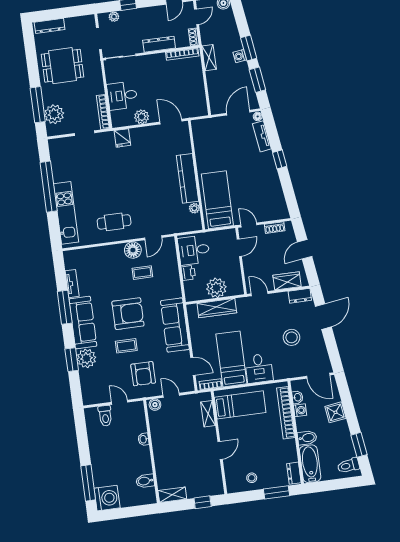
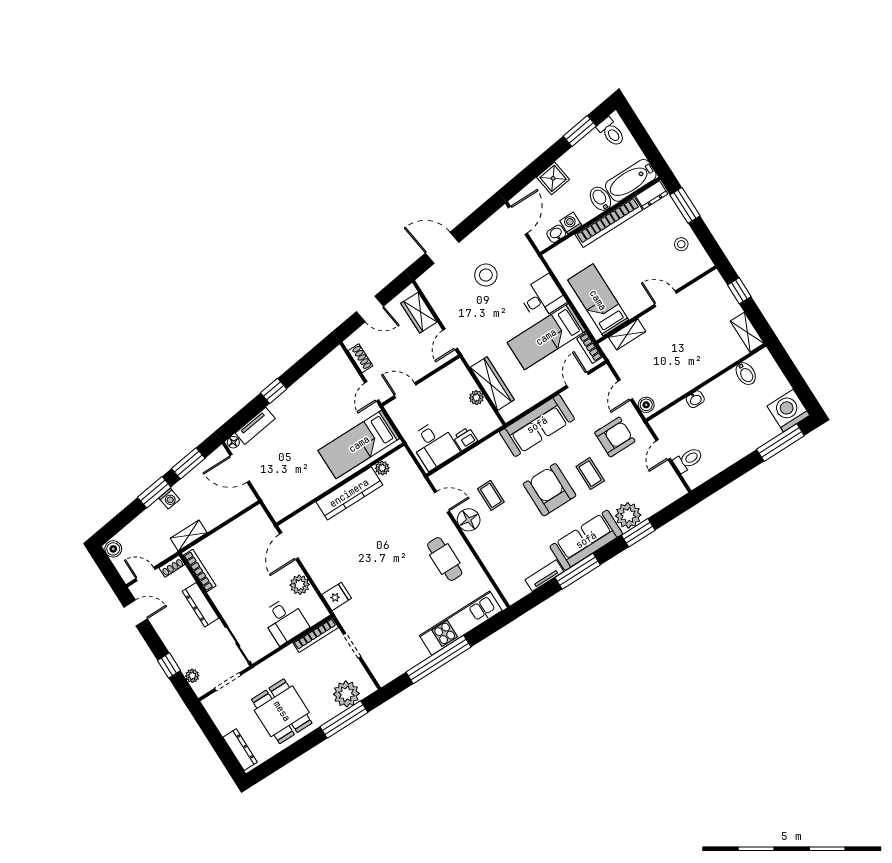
plant: (216, 288) -> (476, 398), width x0.53, depth x0.53
dresser: (300, 296) -> (430, 288), removed
bookcase: (286, 413) -> (609, 222), moved

